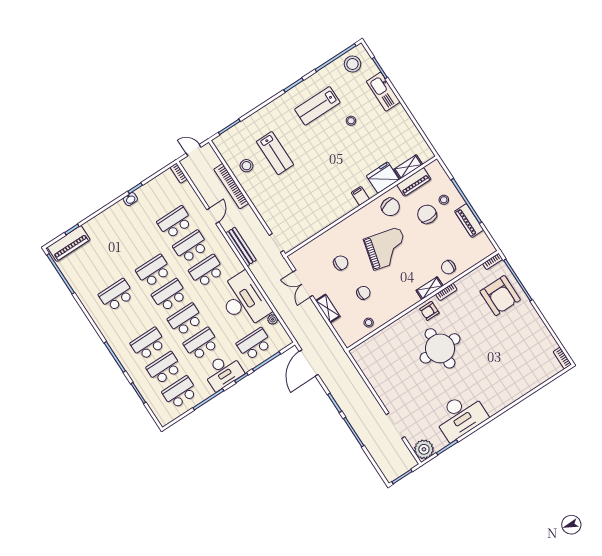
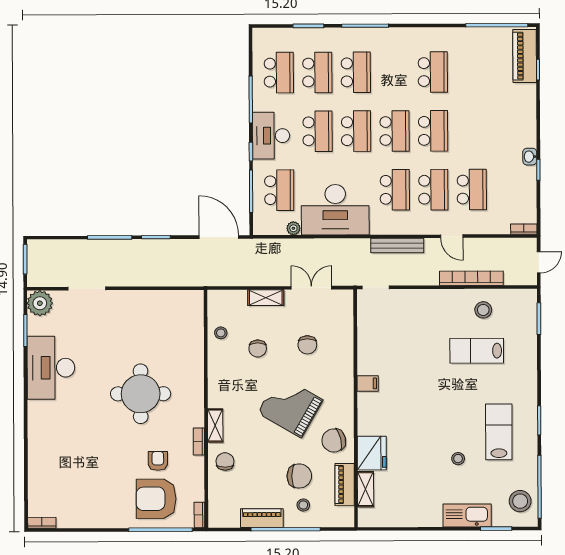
filing cabinet: (360, 196) -> (368, 383), moved
grand piano: (387, 248) -> (290, 406), turned 106
armchair: (429, 311) -> (158, 461), moved

